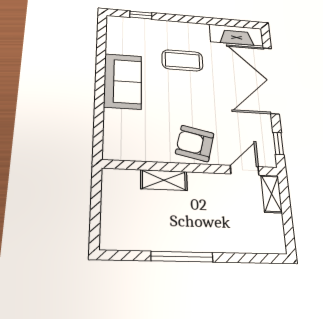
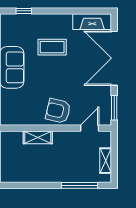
window: (278, 144) -> (114, 108), width x1.50
shelving: (271, 194) -> (106, 161), moved
window: (182, 257) -> (80, 185), moved

